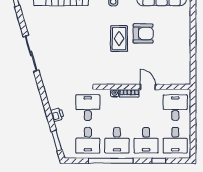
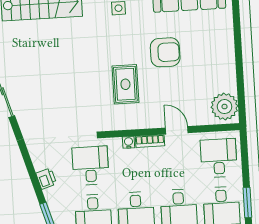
rug: (119, 39) -> (125, 84), moved
plant: (181, 73) -> (225, 107), added
window: (193, 139) -> (247, 202), added

